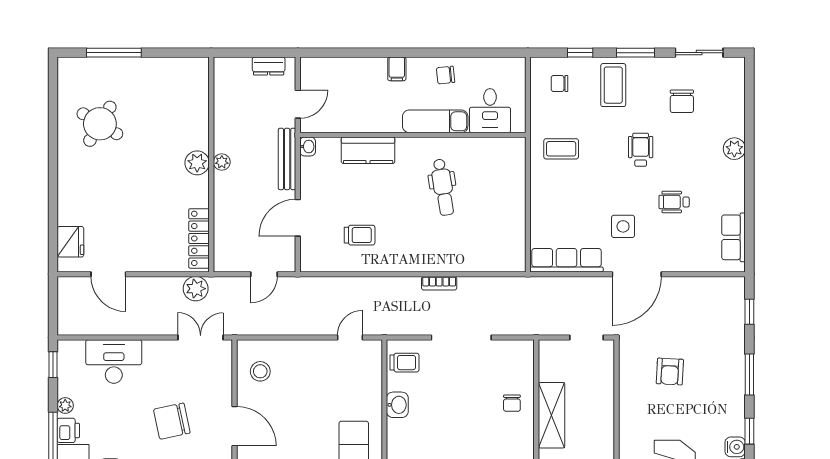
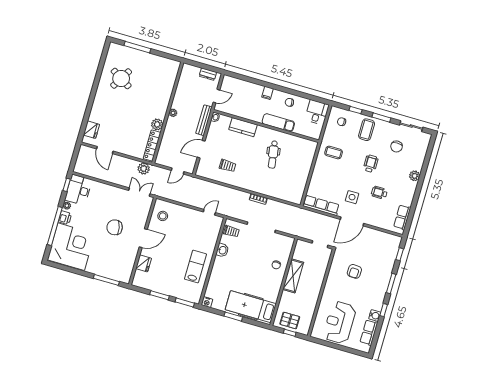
desk: (490, 111) -> (317, 112), moved, turned 180
plant: (197, 163) -> (157, 124), moved
desk: (114, 361) -> (78, 190), moved, turned -90
door: (235, 426) -> (143, 238), hinge flipped

